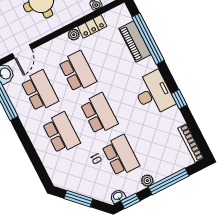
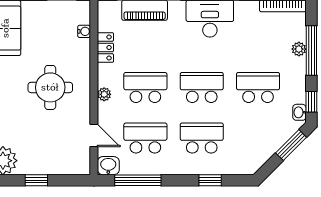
plant: (74, 35) -> (104, 94), moved
window: (33, 155) -> (210, 180), added
plant: (147, 181) -> (299, 49), moved
window: (78, 199) -> (291, 145), moved

